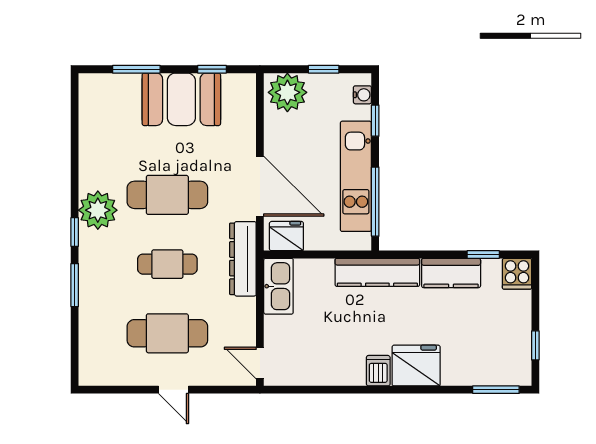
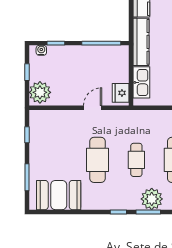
booth: (181, 99) -> (59, 195), moved, turned 90
kitchen unit: (356, 176) -> (87, 54), removed
door: (260, 186) -> (93, 108), width x0.53
plant: (98, 210) -> (152, 199), moved
dresser: (243, 259) -> (133, 117), removed
kitchen sink: (278, 286) -> (141, 82), moved, turned 90

